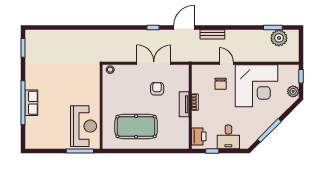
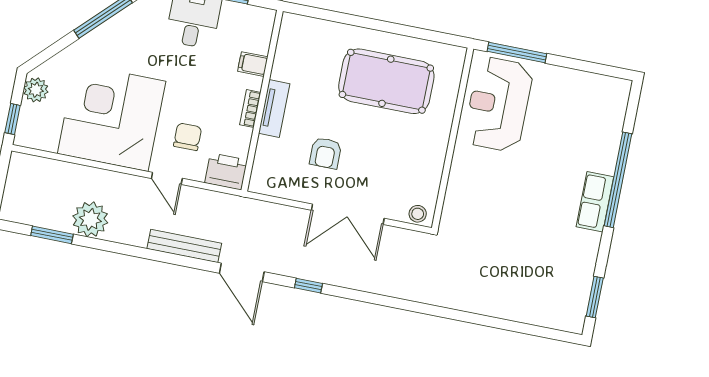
door: (184, 28) -> (242, 272), hinge flipped
bench: (212, 34) -> (184, 246), width x1.36
plant: (279, 38) -> (90, 219), moved
double door: (154, 63) -> (348, 214), moved
row of seats: (31, 103) -> (595, 202), moved
filing cabinet: (198, 122) -> (253, 64), added
printer: (199, 136) -> (226, 171), moved, turned 90

